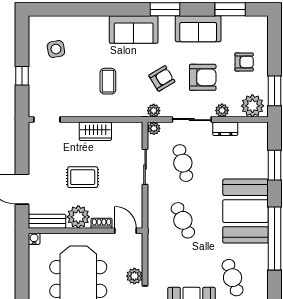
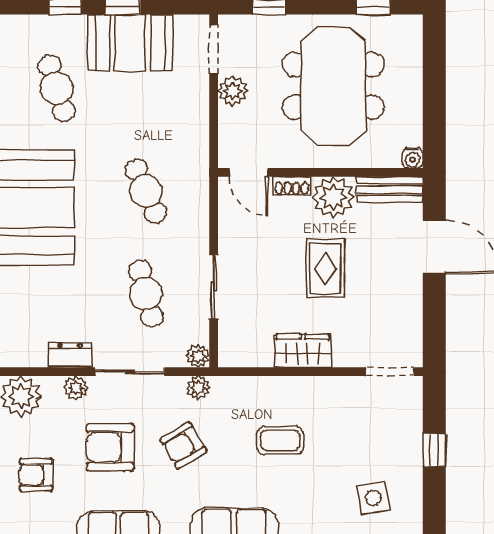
coffee table: (108, 81) -> (280, 440), turned 90
rug: (83, 177) -> (325, 268), turned 90

